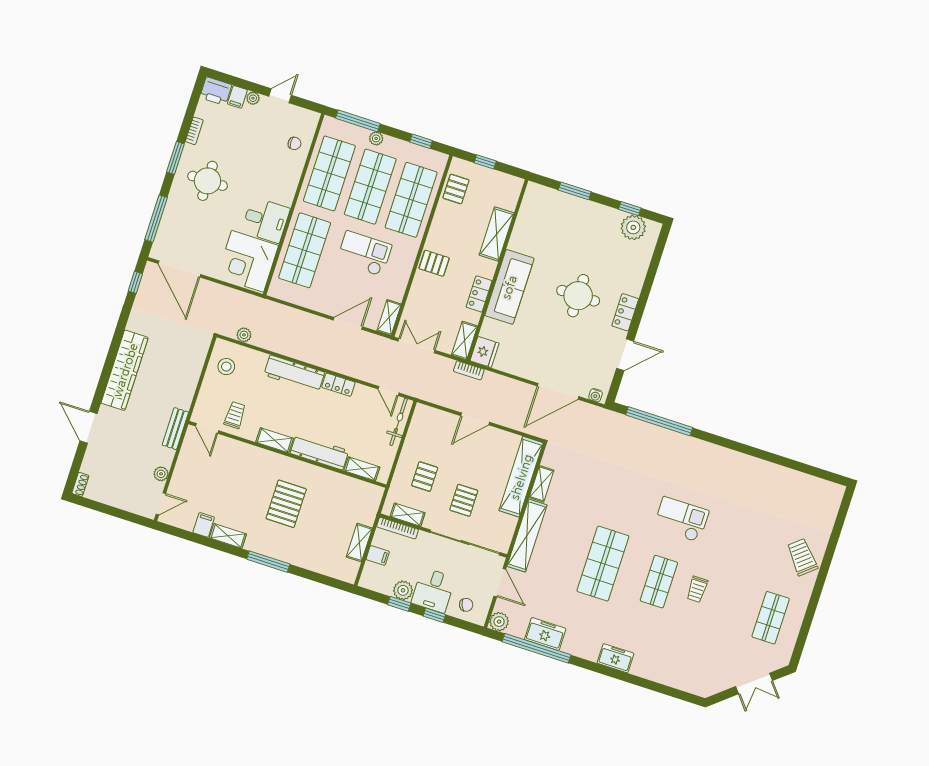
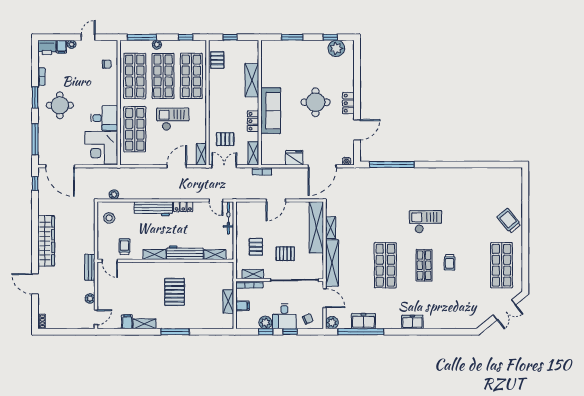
pallet: (434, 263) -> (225, 139), moved
fridge: (485, 352) -> (294, 158), moved, turned -90
pallet: (464, 500) -> (285, 254), turned 90
shop shelf: (771, 618) -> (501, 265), width x1.43, depth x1.36

